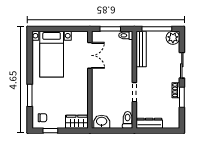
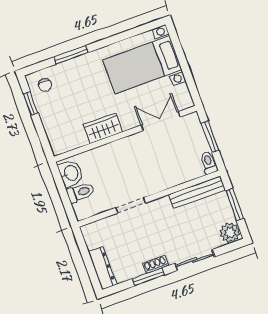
window: (157, 29) -> (235, 205), width x0.69
double door: (90, 55) -> (161, 121), swing flipped
toilet: (128, 120) -> (80, 192), moved
wardrobe: (77, 122) -> (103, 128), moved, turned -90
dresser: (149, 123) -> (103, 268), moved

